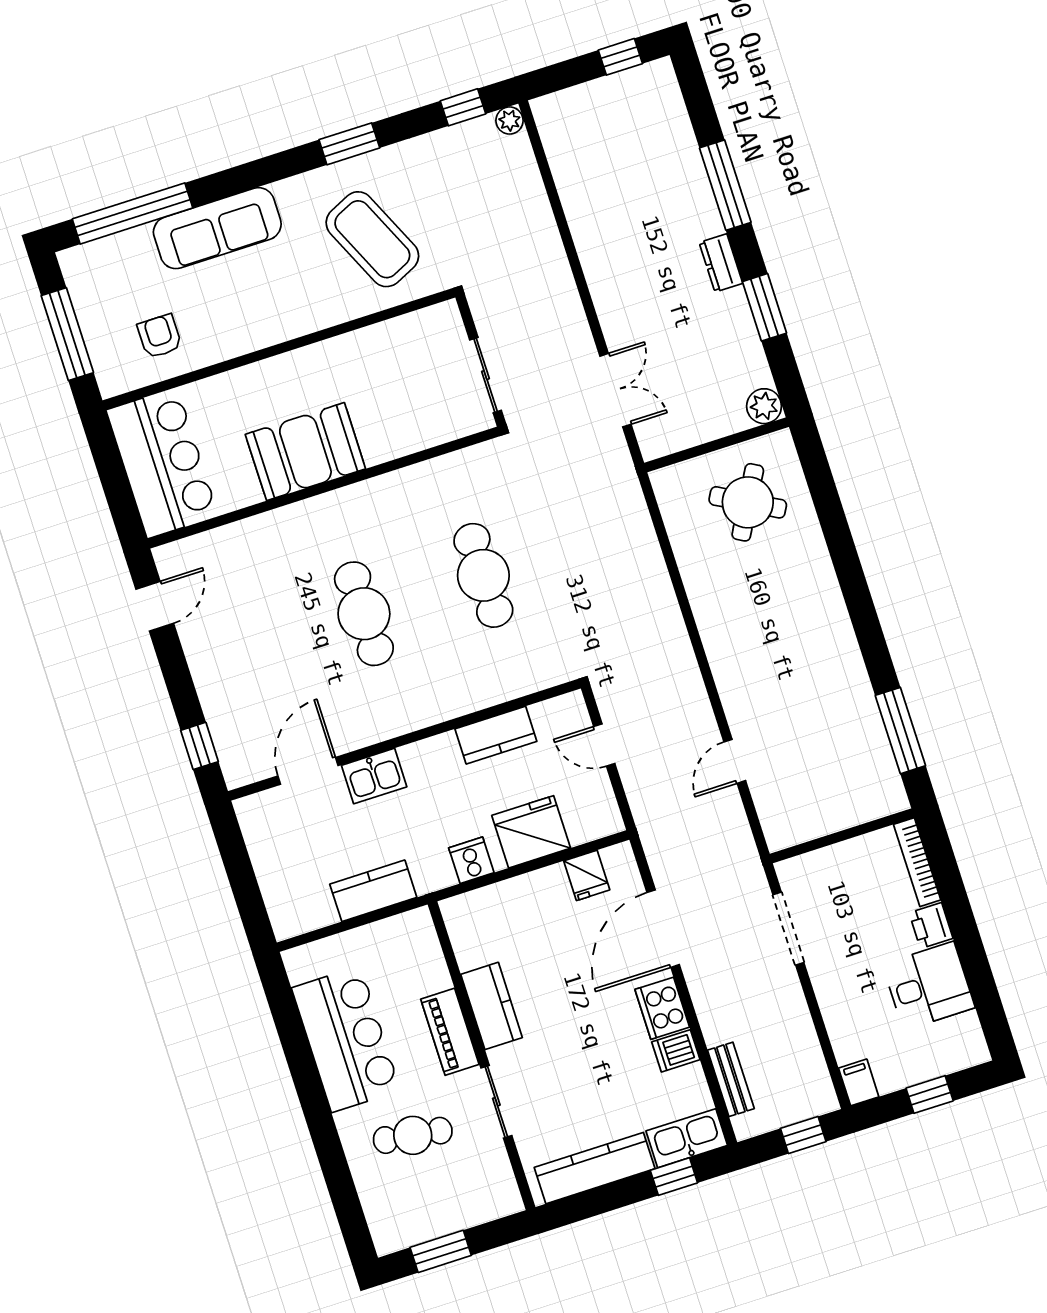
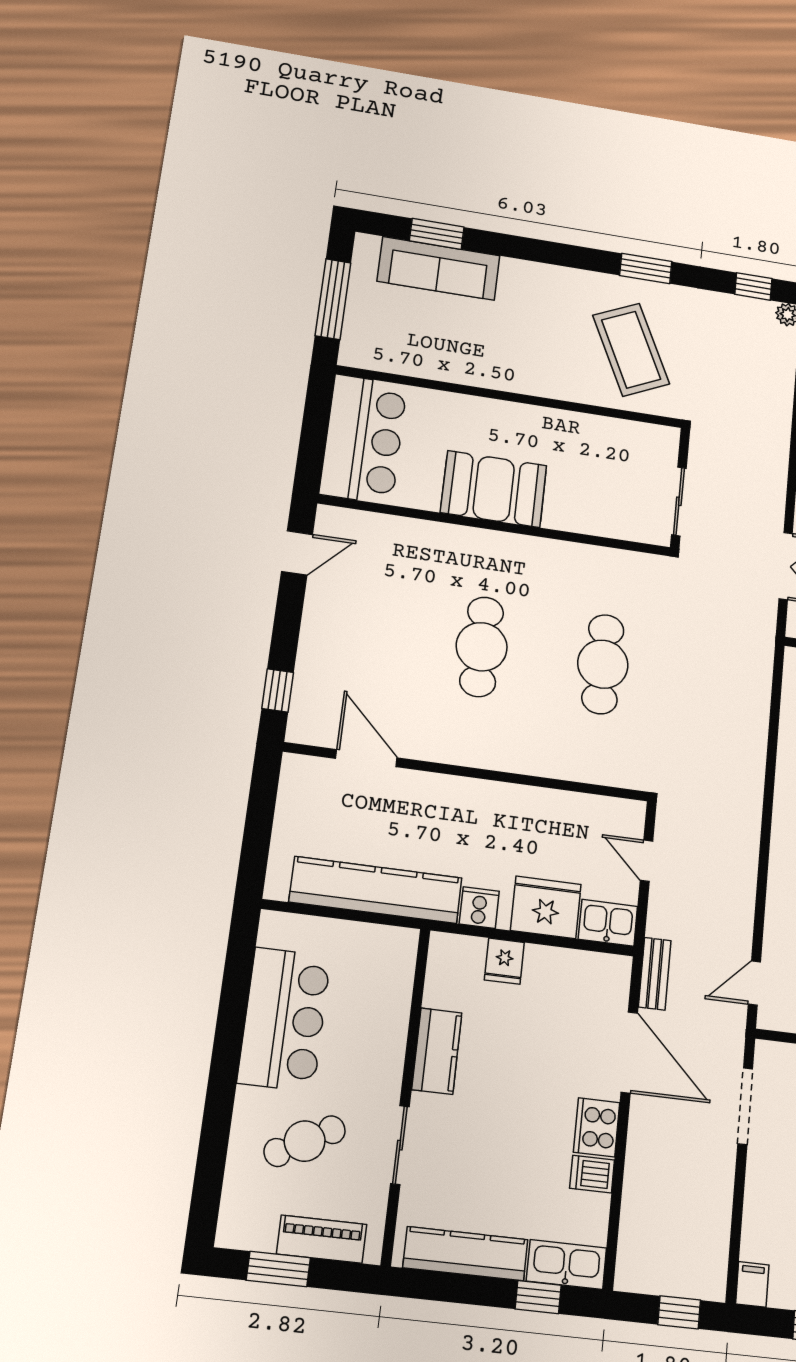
window: (133, 213) -> (437, 234), width x0.47
sofa: (217, 228) -> (439, 268), moved
armchair: (160, 336) -> (412, 338), removed
kitchen counter: (496, 735) -> (552, 806), removed
door: (735, 761) -> (754, 983), moved
door: (308, 771) -> (366, 758), hinge flipped
kitchen sink: (374, 776) -> (608, 923), moved, turned 180
fridge: (587, 875) -> (504, 961), moved
kitchen counter: (373, 891) -> (376, 890), width x2.08, depth x1.17
door: (663, 929) -> (629, 1053), swing flipped
piano: (450, 1032) -> (322, 1239), moved, turned 90
bench: (731, 1079) -> (655, 974), moved
cafe table: (413, 1135) -> (305, 1141), turned -37

